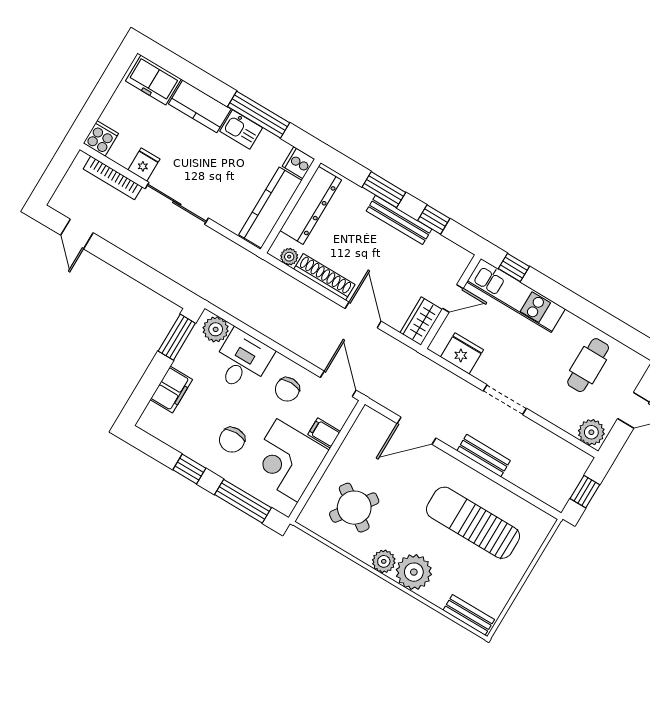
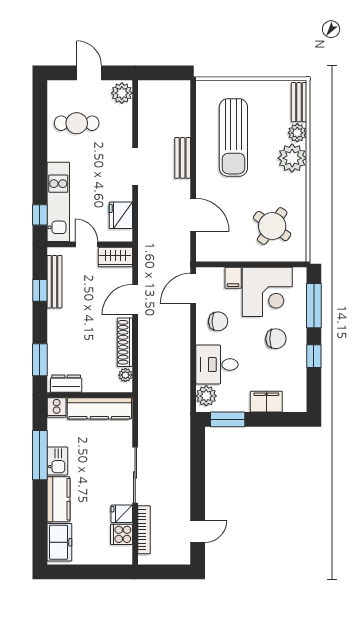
cooker: (101, 138) -> (122, 534), moved
window: (384, 190) -> (40, 360), moved
dresser: (311, 205) -> (66, 384), width x0.51, depth x0.80
bench: (399, 220) -> (54, 282), moved
window: (585, 492) -> (166, 73), removed
plant: (384, 561) -> (297, 133), moved

